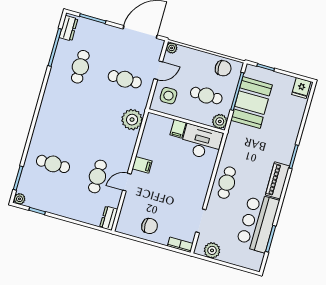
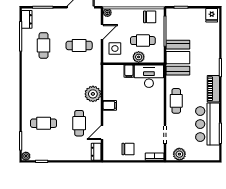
booth: (251, 103) -> (178, 58), moved
plant: (132, 120) -> (93, 94), moved
plant: (220, 121) -> (139, 57), moved
door: (127, 182) -> (102, 133), moved

